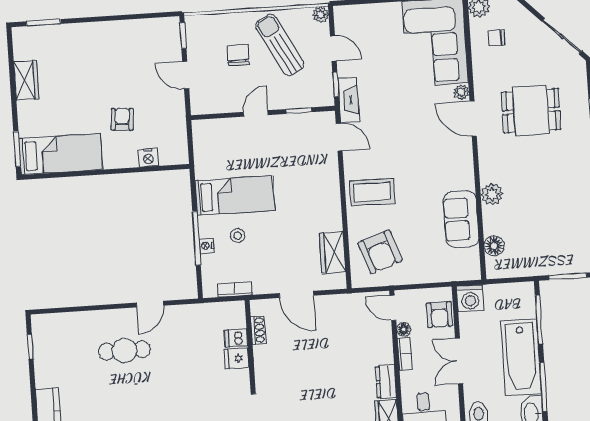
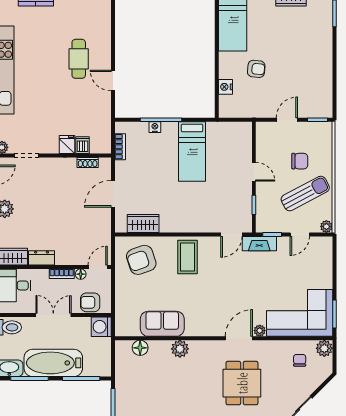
stool: (237, 236) -> (161, 151), removed

